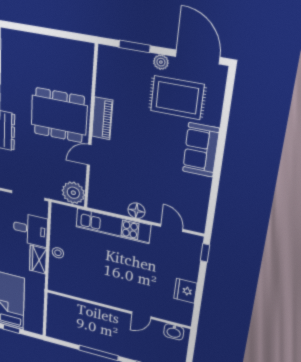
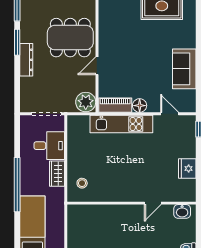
piano: (102, 118) -> (115, 105), moved, turned -90
sofa: (201, 150) -> (184, 69), moved
stool: (58, 253) -> (82, 183), moved

